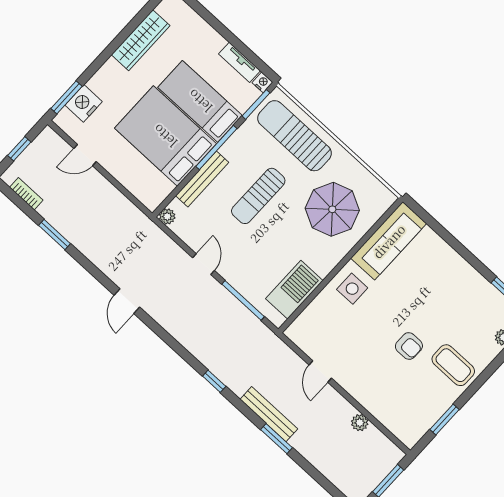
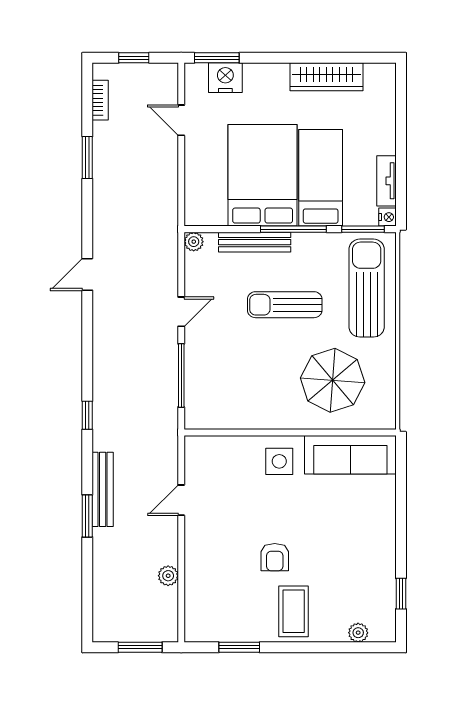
barbecue: (294, 290) -> (232, 412), removed

